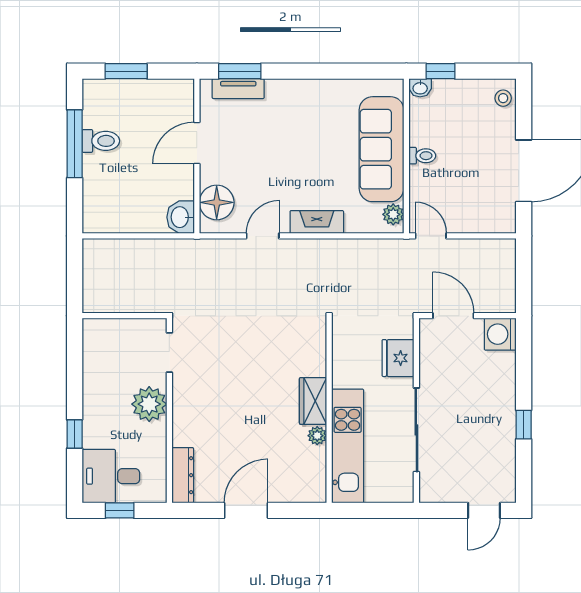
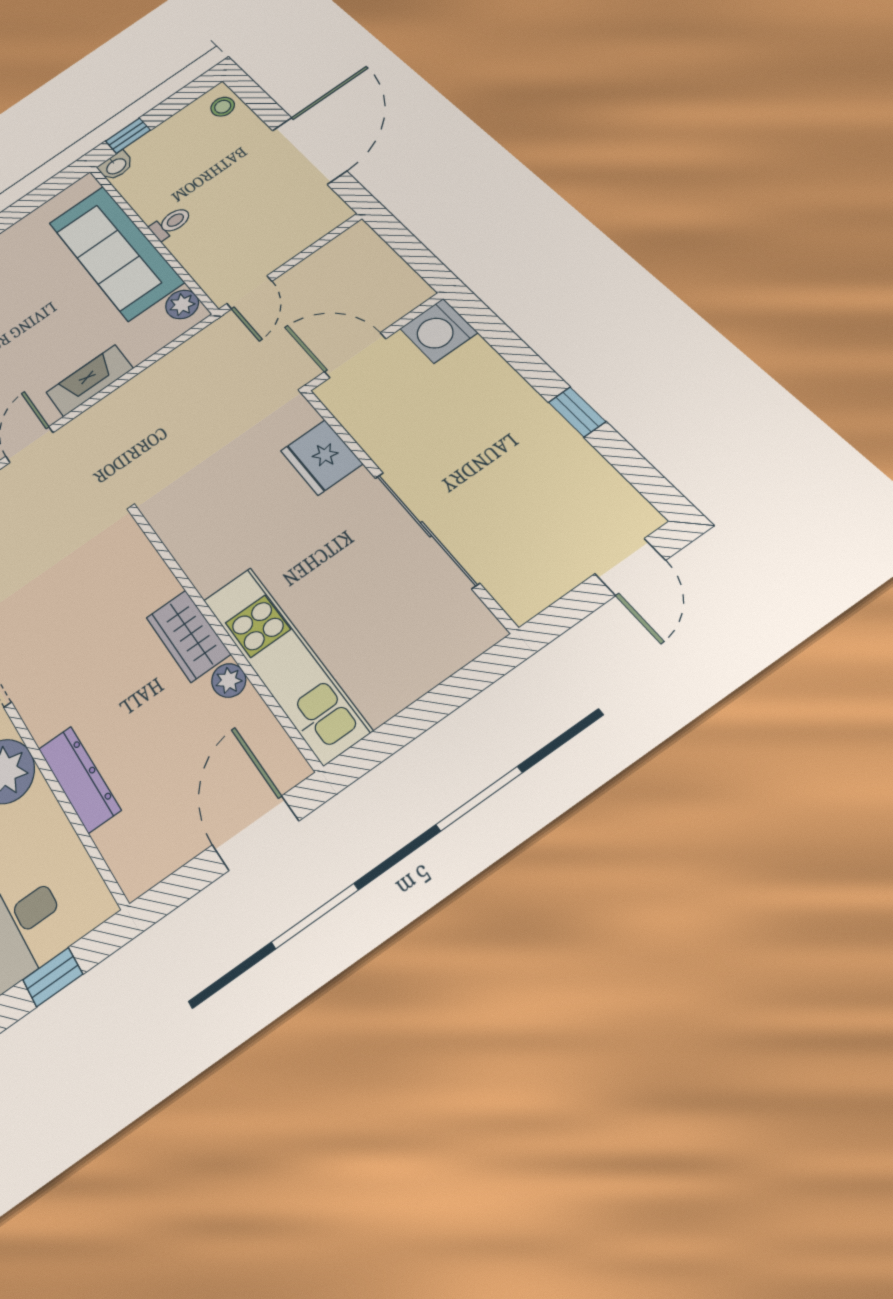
door: (431, 236) -> (249, 292), swing flipped
wardrobe: (313, 401) -> (188, 636), moved
wall: (329, 411) -> (221, 632), moved
plant: (317, 436) -> (229, 680), moved
kitchen unit: (348, 446) -> (285, 663), moved
dresser: (183, 475) -> (79, 779), moved

